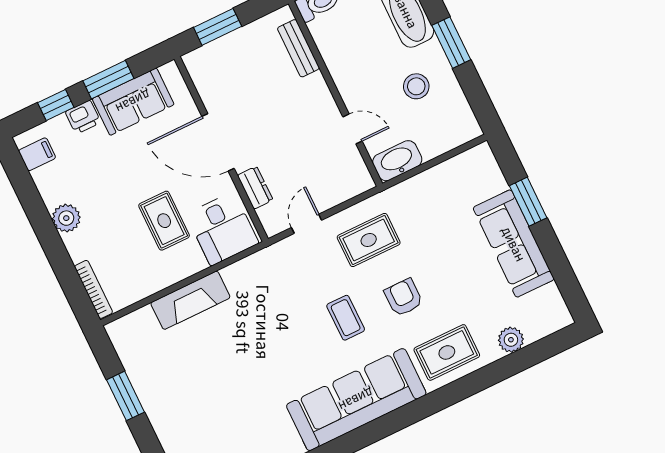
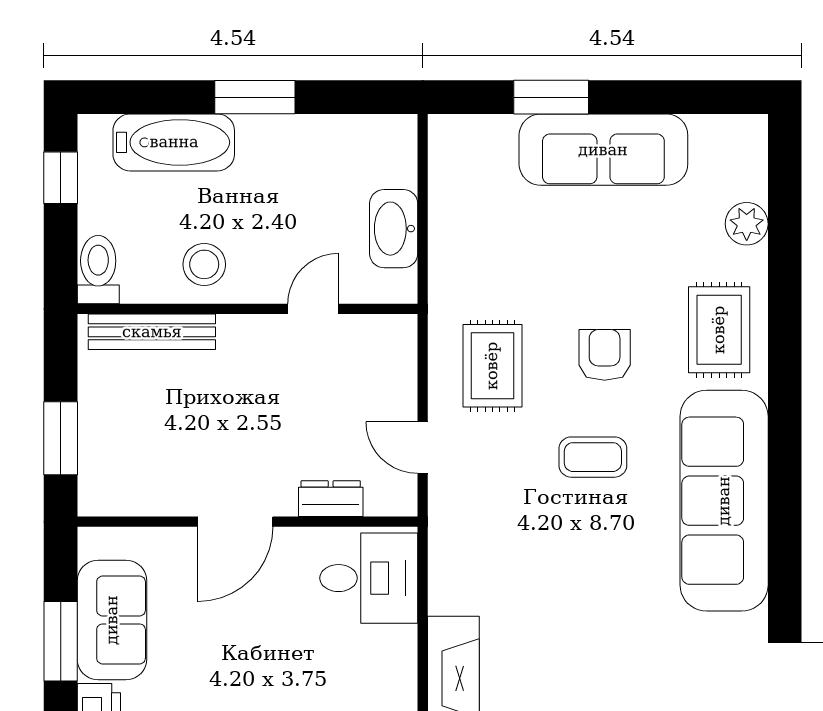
bench: (298, 48) -> (152, 332), width x1.36
stool: (416, 86) -> (204, 264), moved
door: (218, 142) -> (235, 522), width x0.73
washbasin: (397, 161) -> (394, 229), moved
rug: (164, 221) -> (314, 660), removed
armchair: (404, 297) -> (605, 355), turned 90

